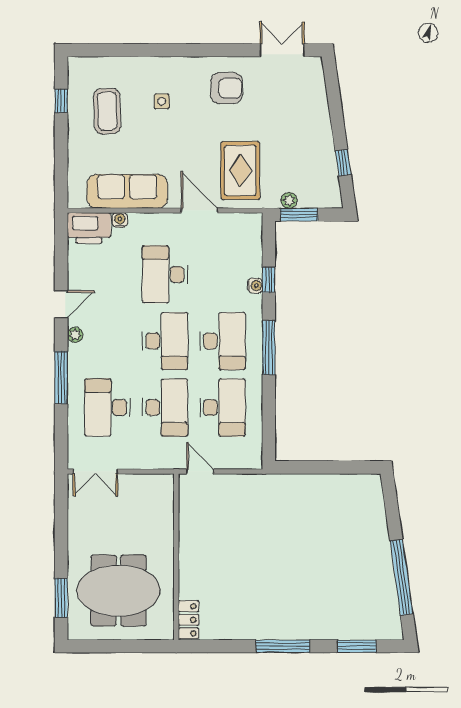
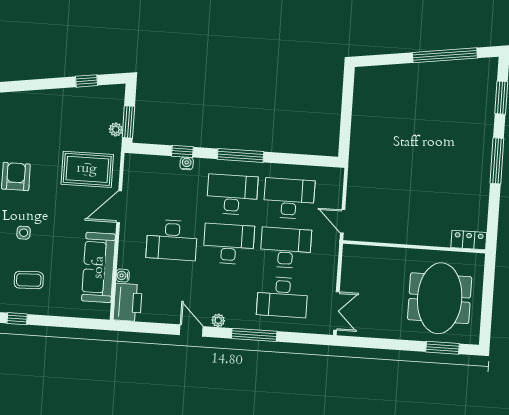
coffee table: (107, 111) -> (29, 280), width x0.73, depth x0.77
door: (200, 472) -> (343, 221), hinge flipped

